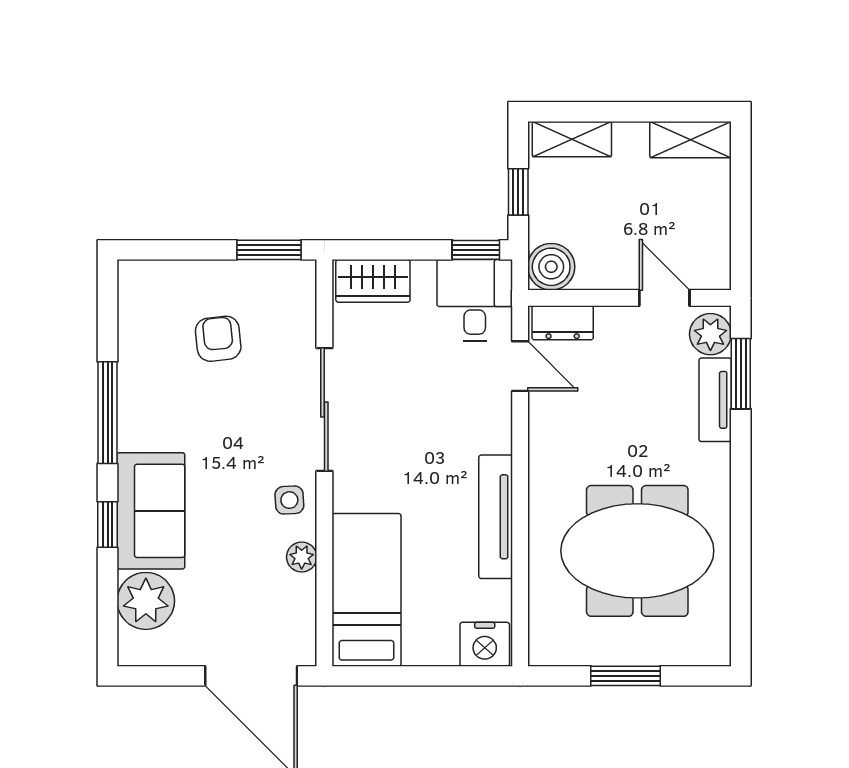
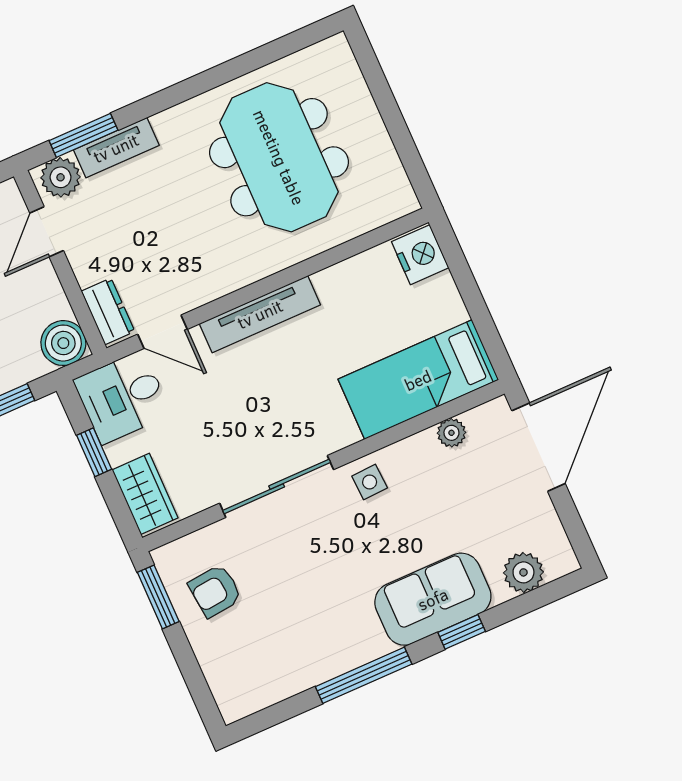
window: (476, 250) -> (94, 452), moved
armchair: (218, 339) -> (215, 591), moved
door: (520, 366) -> (162, 332), swing flipped
tv unit: (496, 517) -> (260, 314), moved
plant: (302, 557) -> (451, 433), moved
plant: (146, 601) -> (523, 572), width x0.73, depth x0.73
window: (625, 676) -> (393, 119), removed

